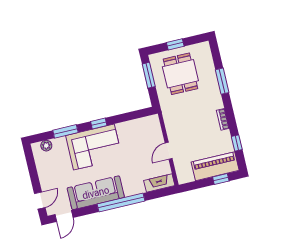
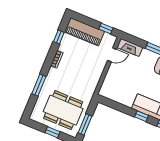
dining table: (180, 74) -> (63, 110), width x1.38
door: (169, 151) -> (112, 55), moved
window: (221, 179) -> (106, 28), moved

